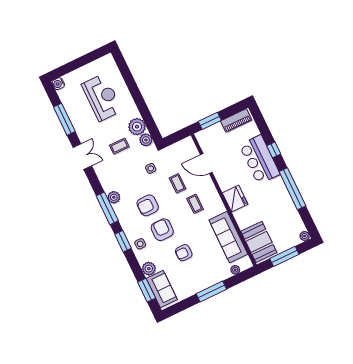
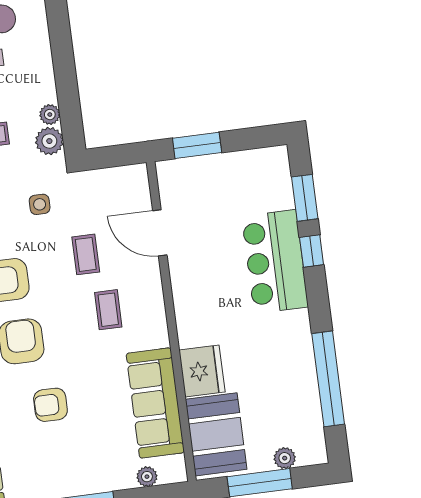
piano: (236, 120) -> (253, 163), removed
plant: (137, 127) -> (50, 115), width x0.53, depth x0.53
window: (263, 128) -> (305, 198), added
window: (292, 189) -> (328, 379), moved
fridge: (235, 199) -> (202, 371), moved
plant: (305, 236) -> (285, 458), moved

